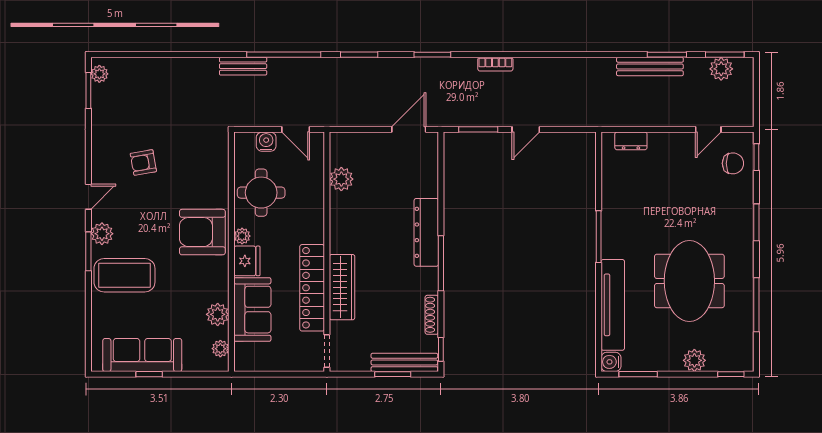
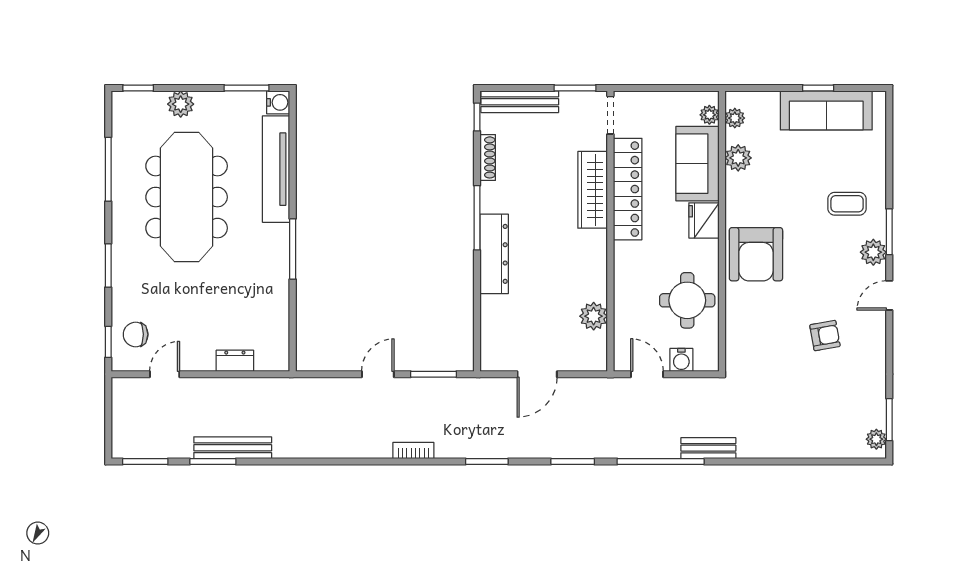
plant: (721, 69) -> (149, 445), removed
door: (409, 129) -> (537, 374), moved
dresser: (631, 141) -> (235, 361), moved
armchair: (202, 232) -> (756, 254), turned 90
plant: (242, 236) -> (709, 115), moved
coffee table: (124, 275) -> (847, 204), width x0.54, depth x0.58
meeting table: (689, 281) -> (187, 197), width x1.36
window: (393, 374) -> (575, 88), moved

